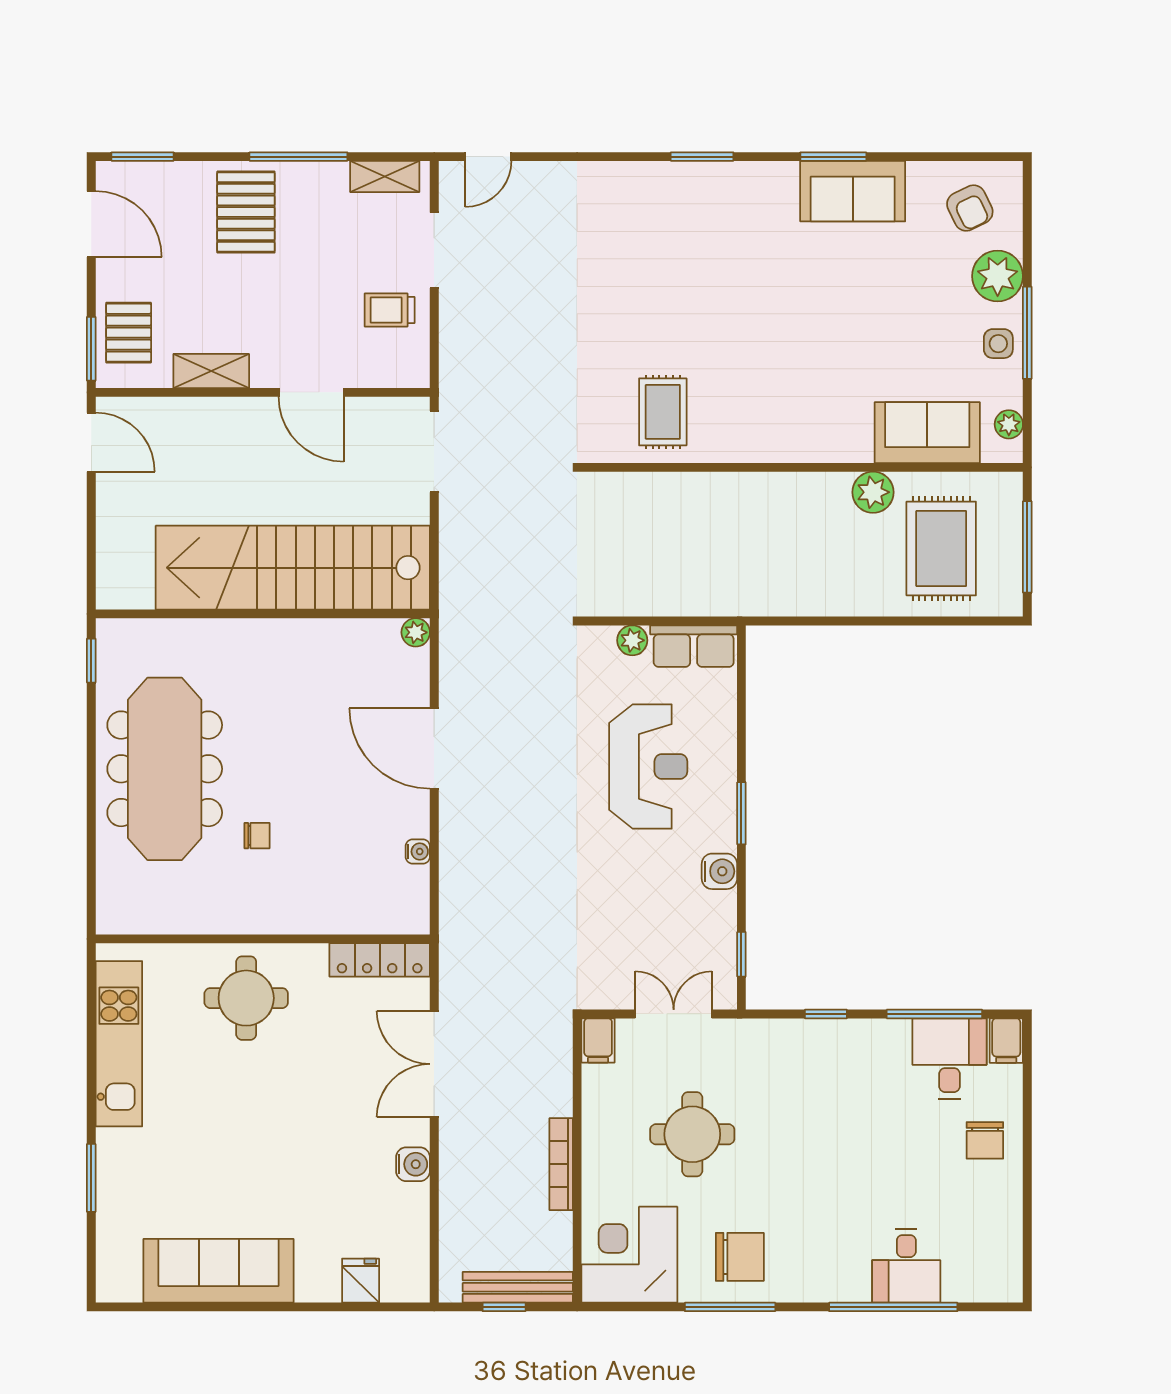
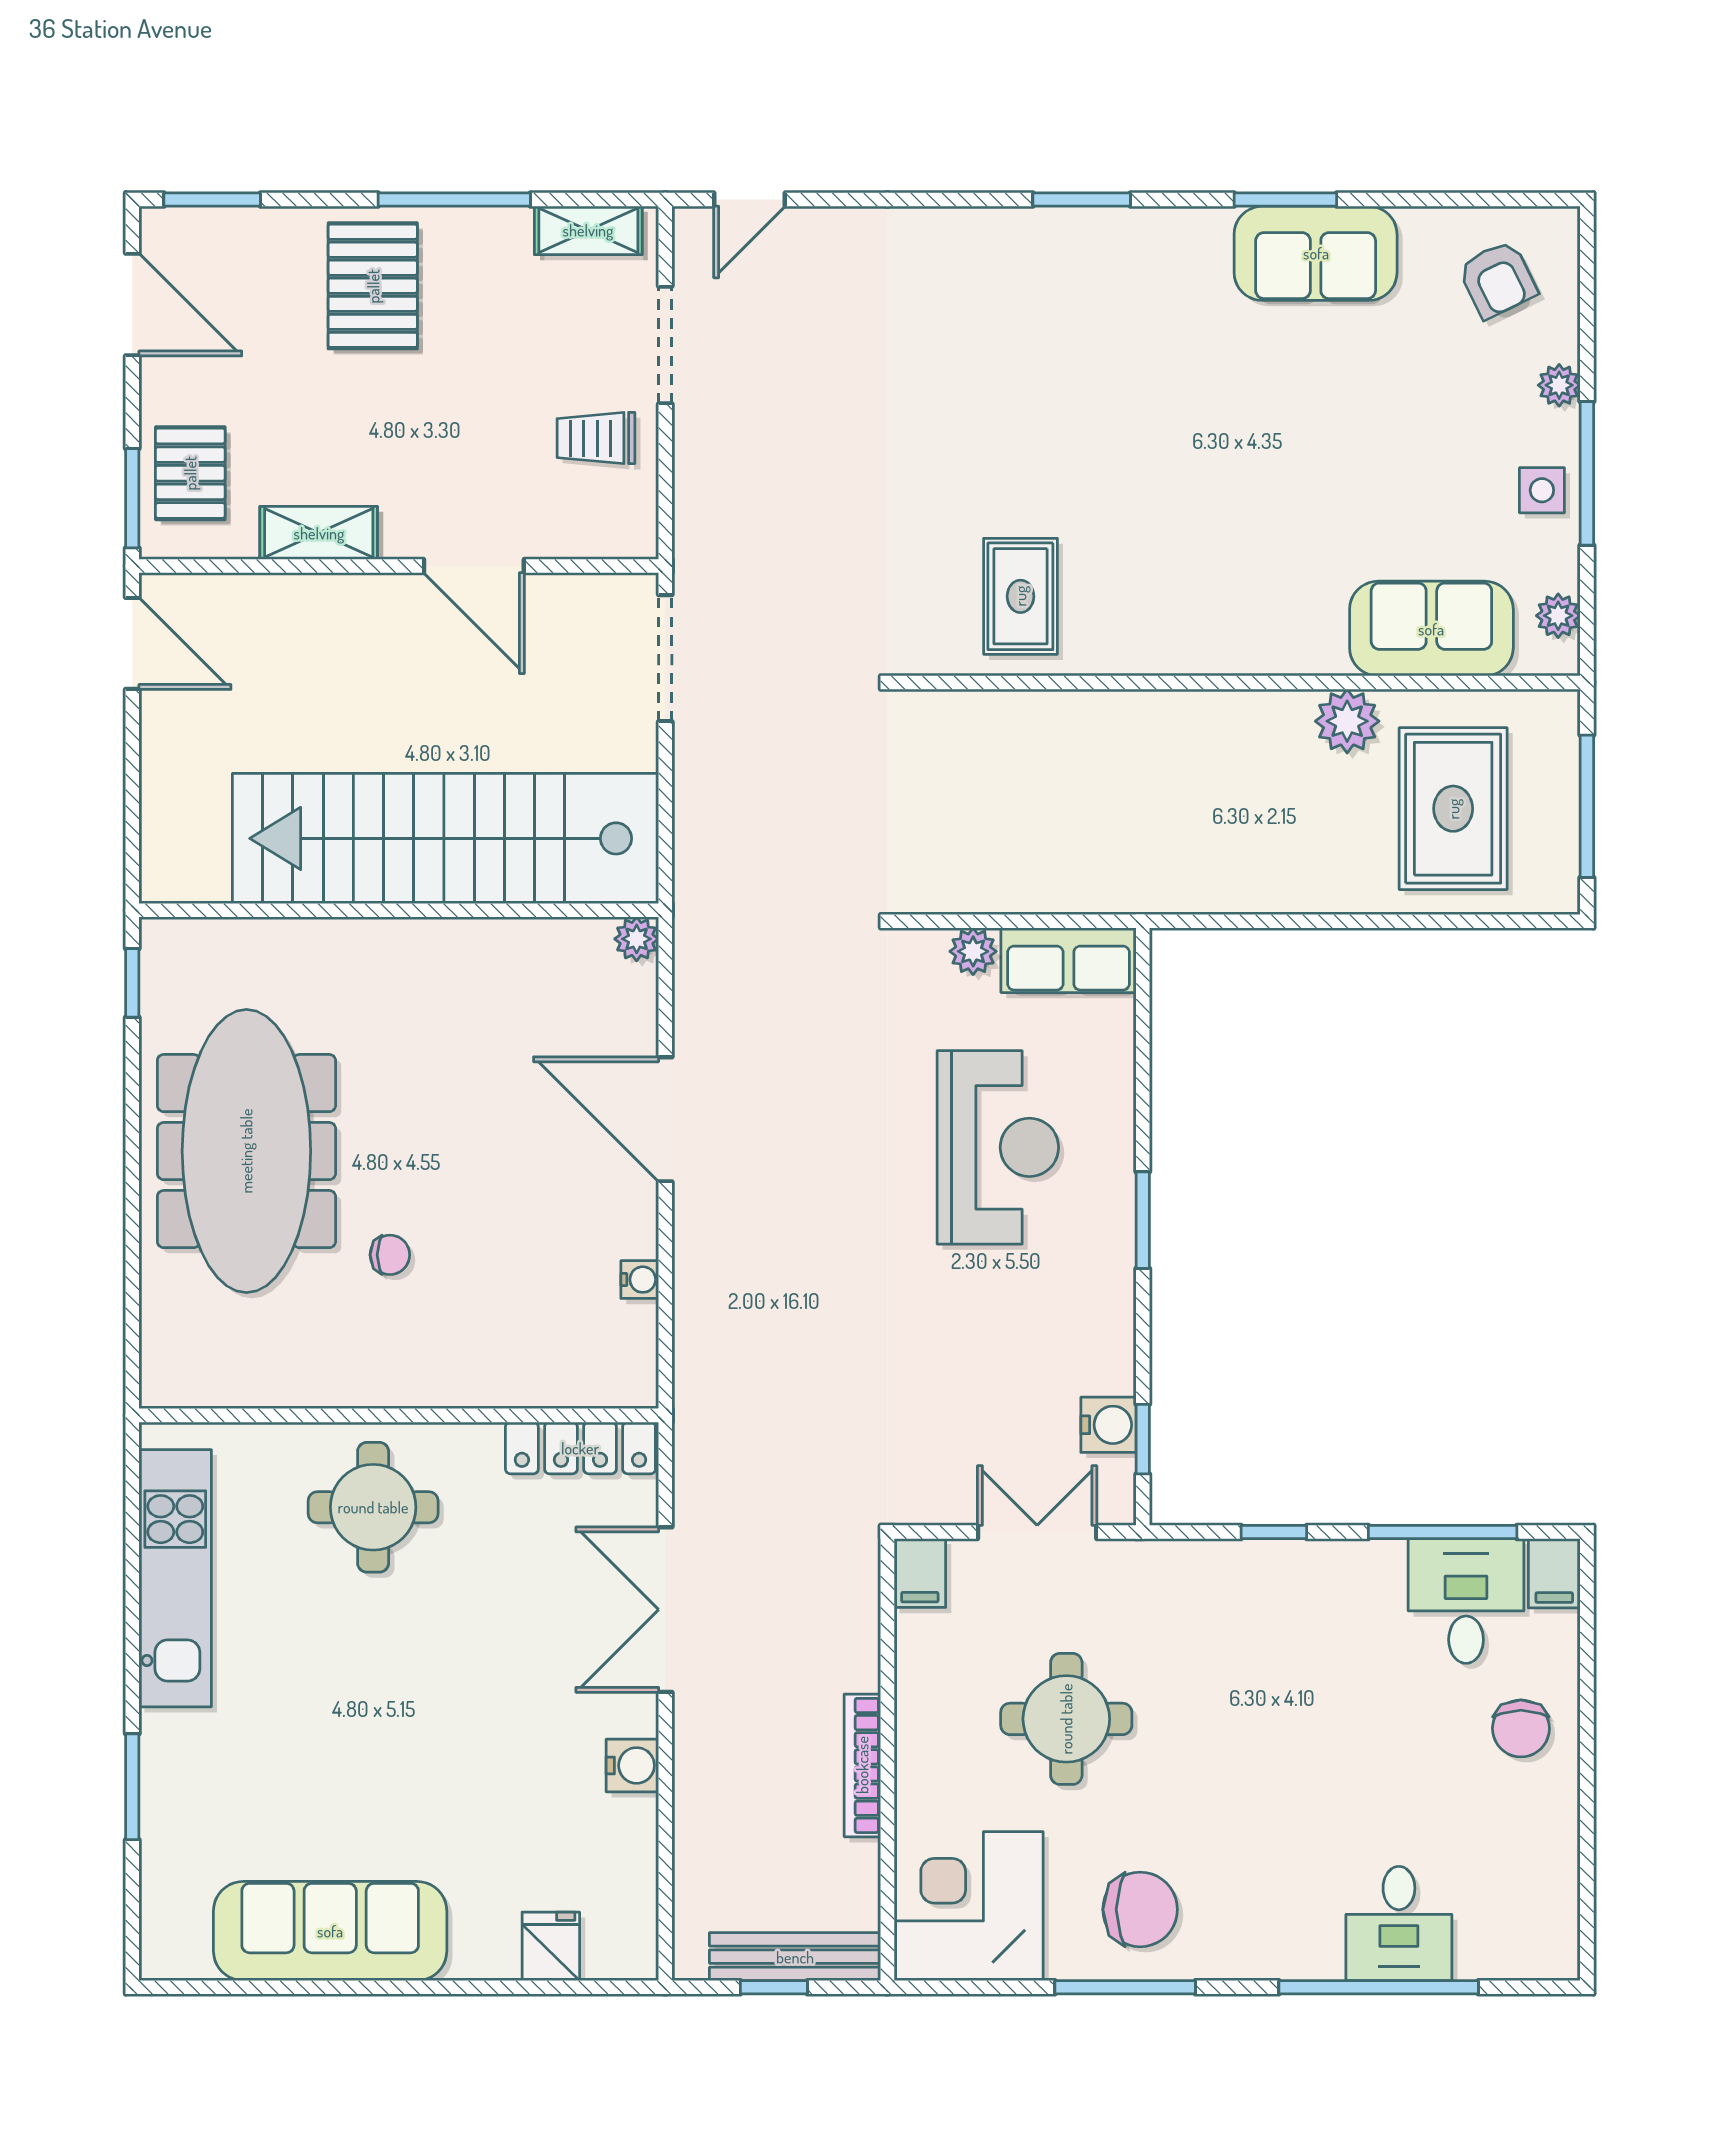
plant: (998, 276) -> (1559, 385), width x0.53, depth x0.53
water cooler: (719, 871) -> (1108, 1425), moved

